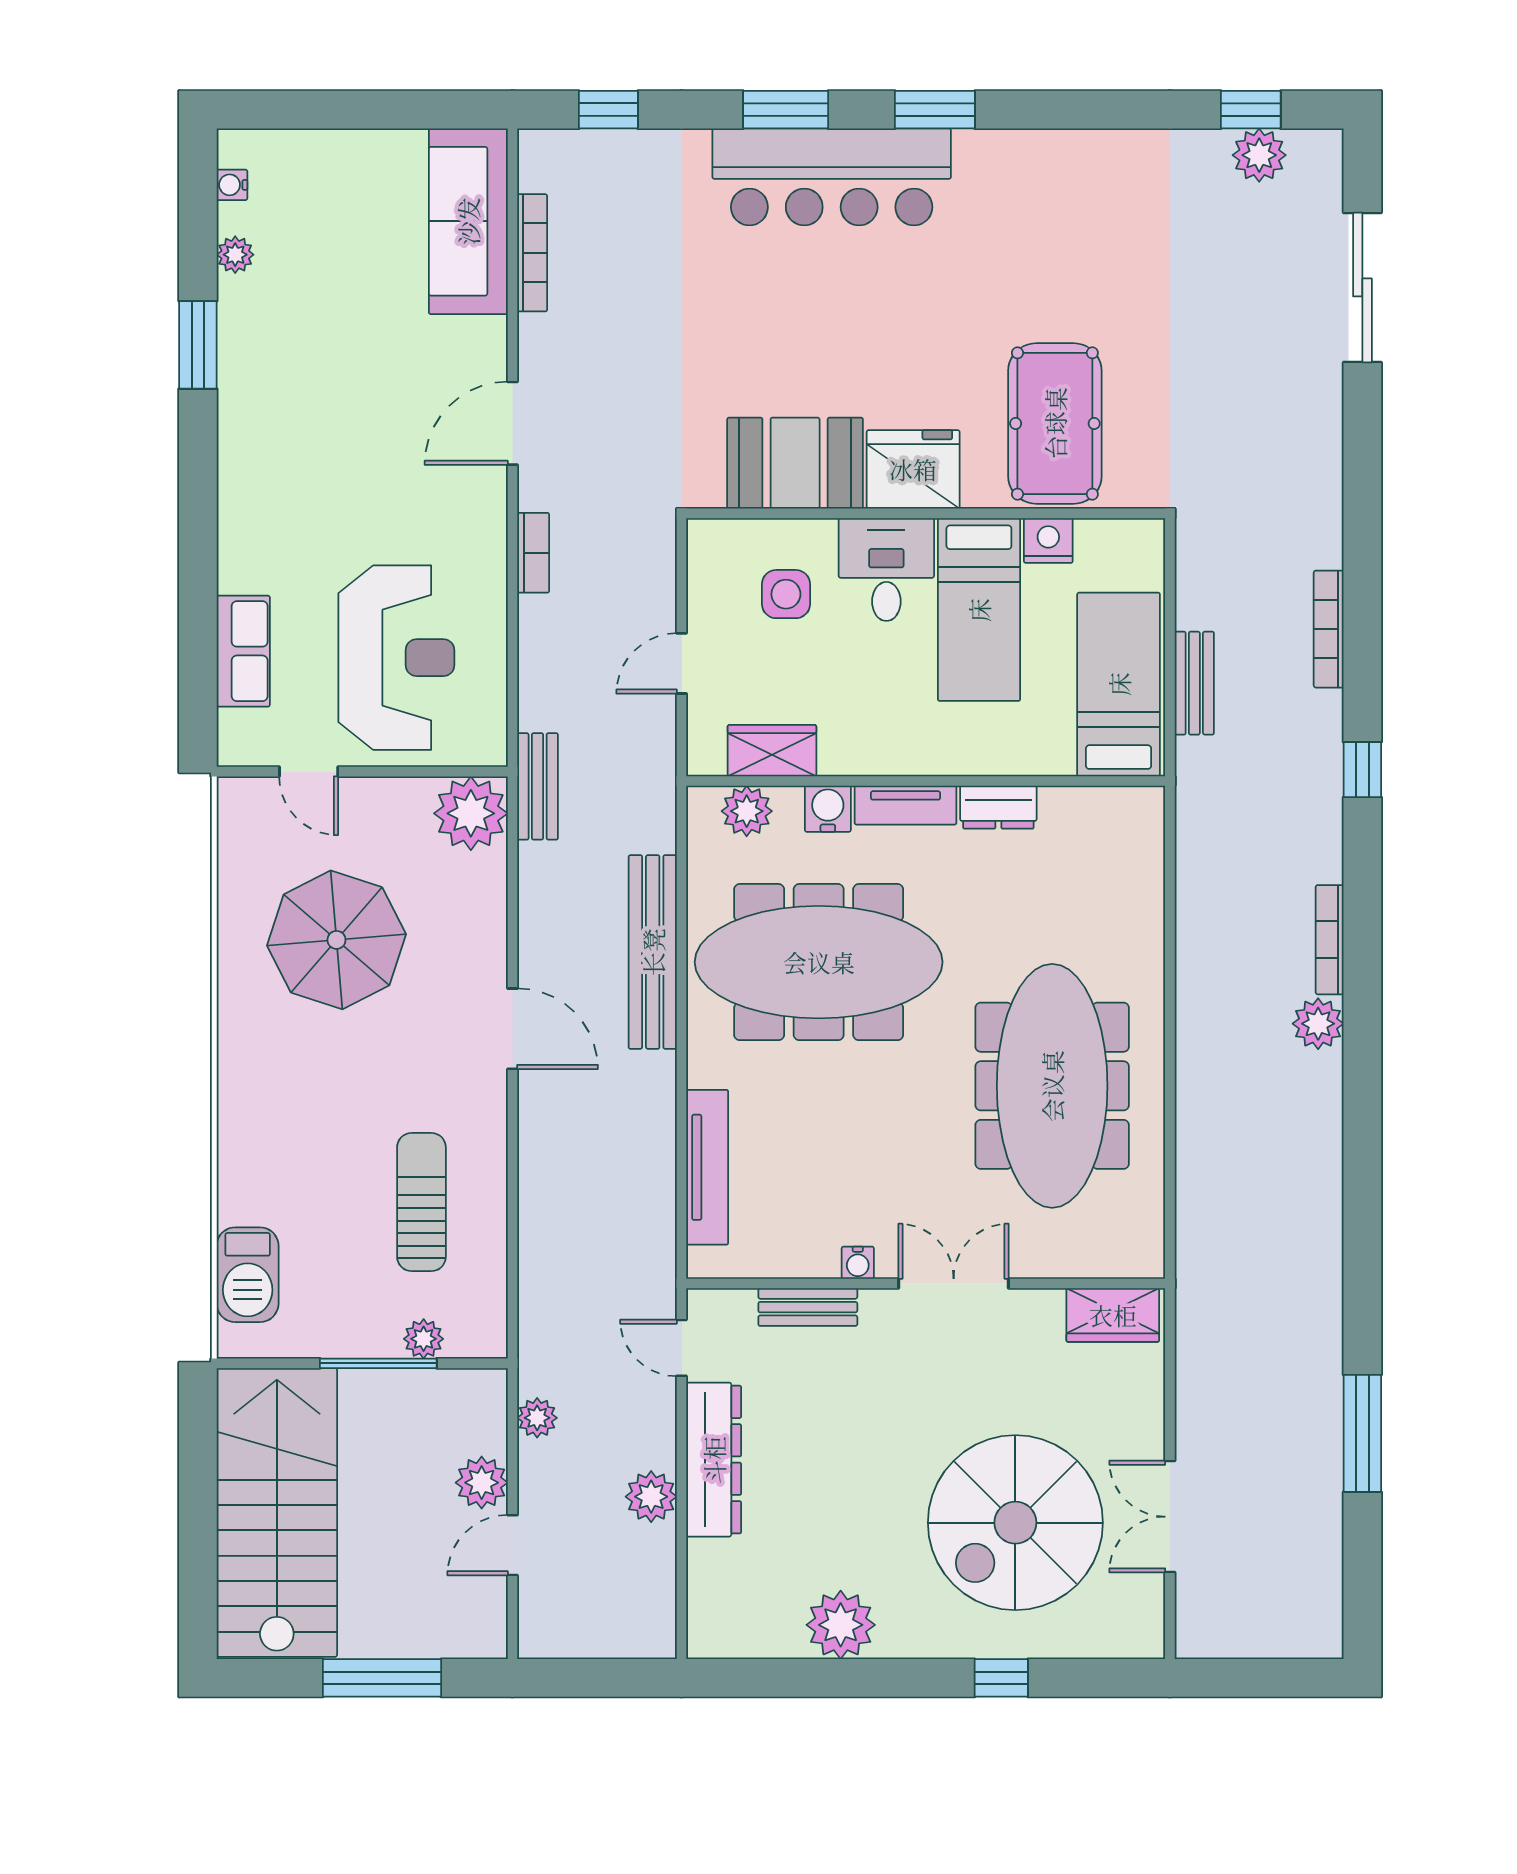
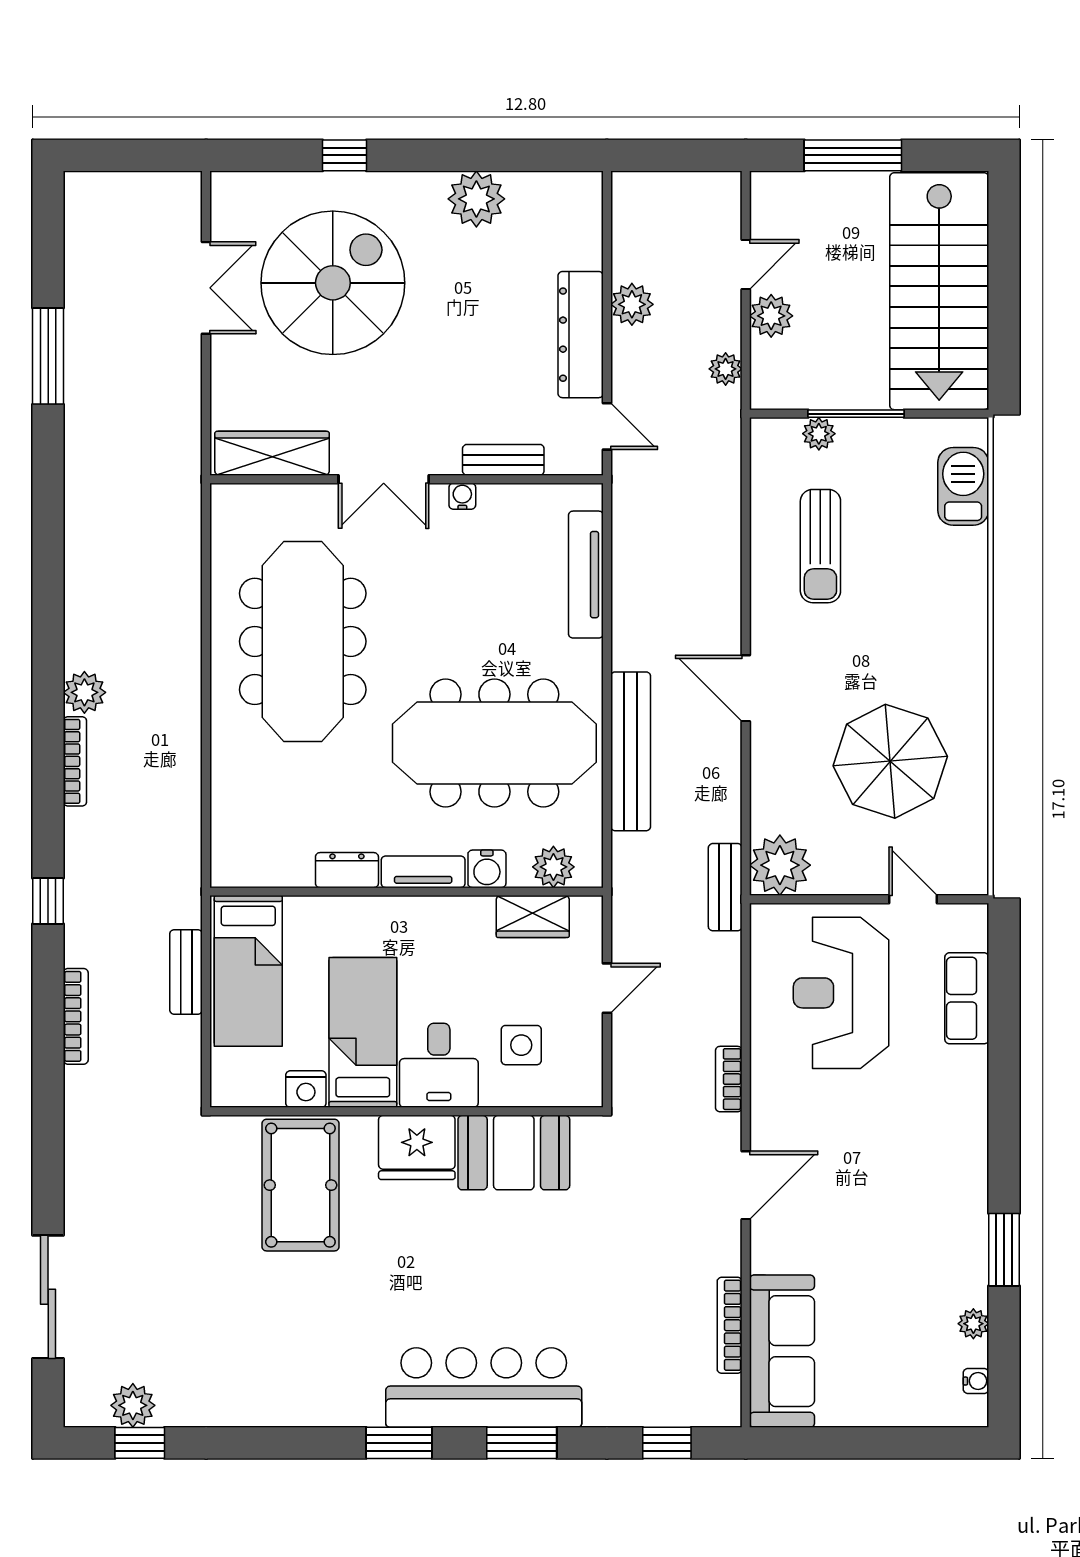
wardrobe: (1113, 1315) -> (272, 453), width x1.50

